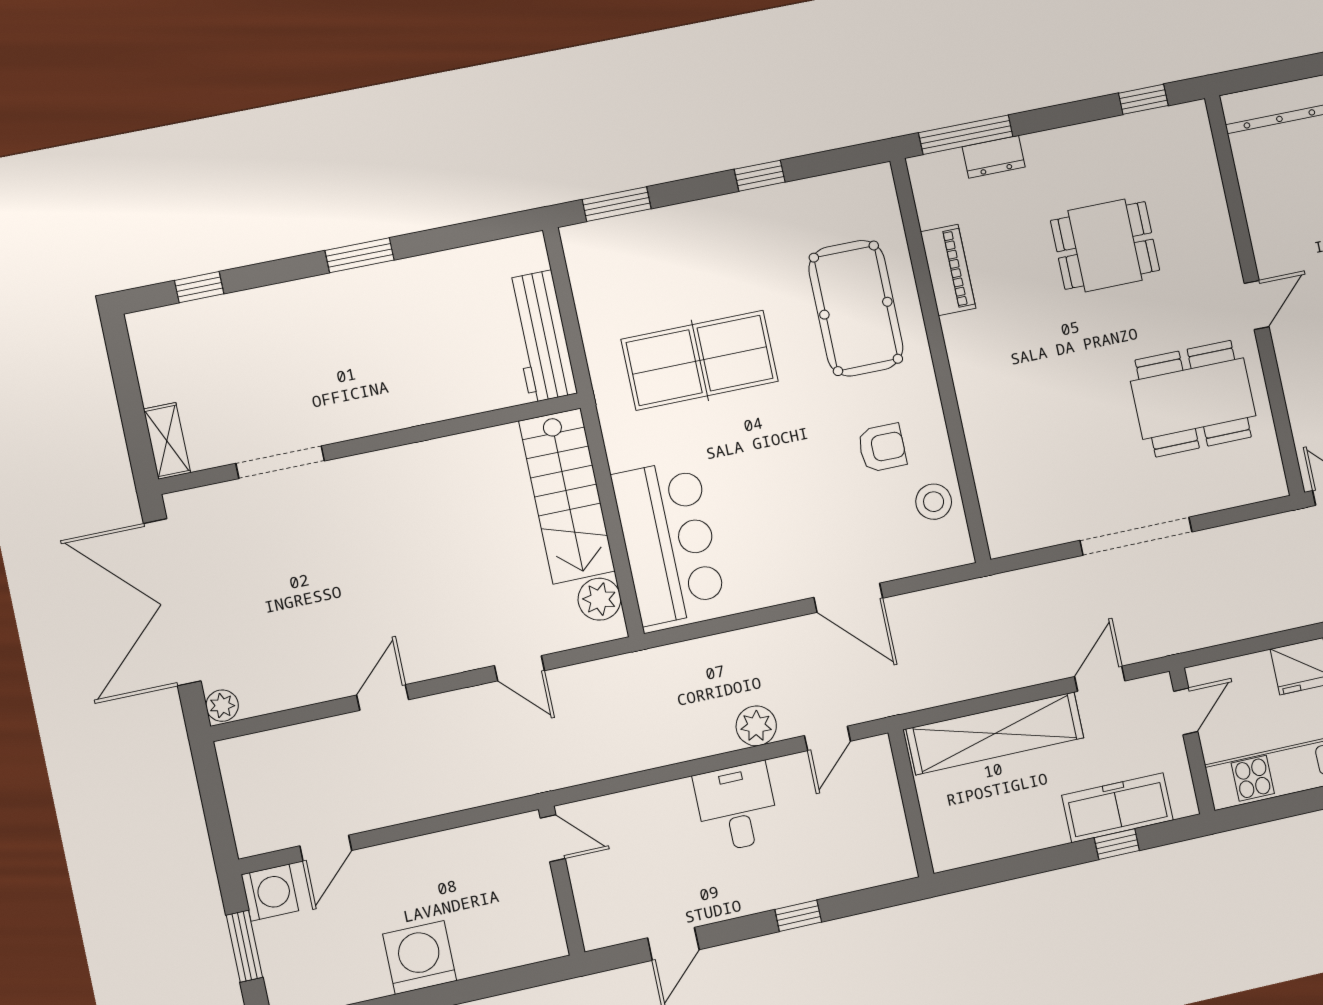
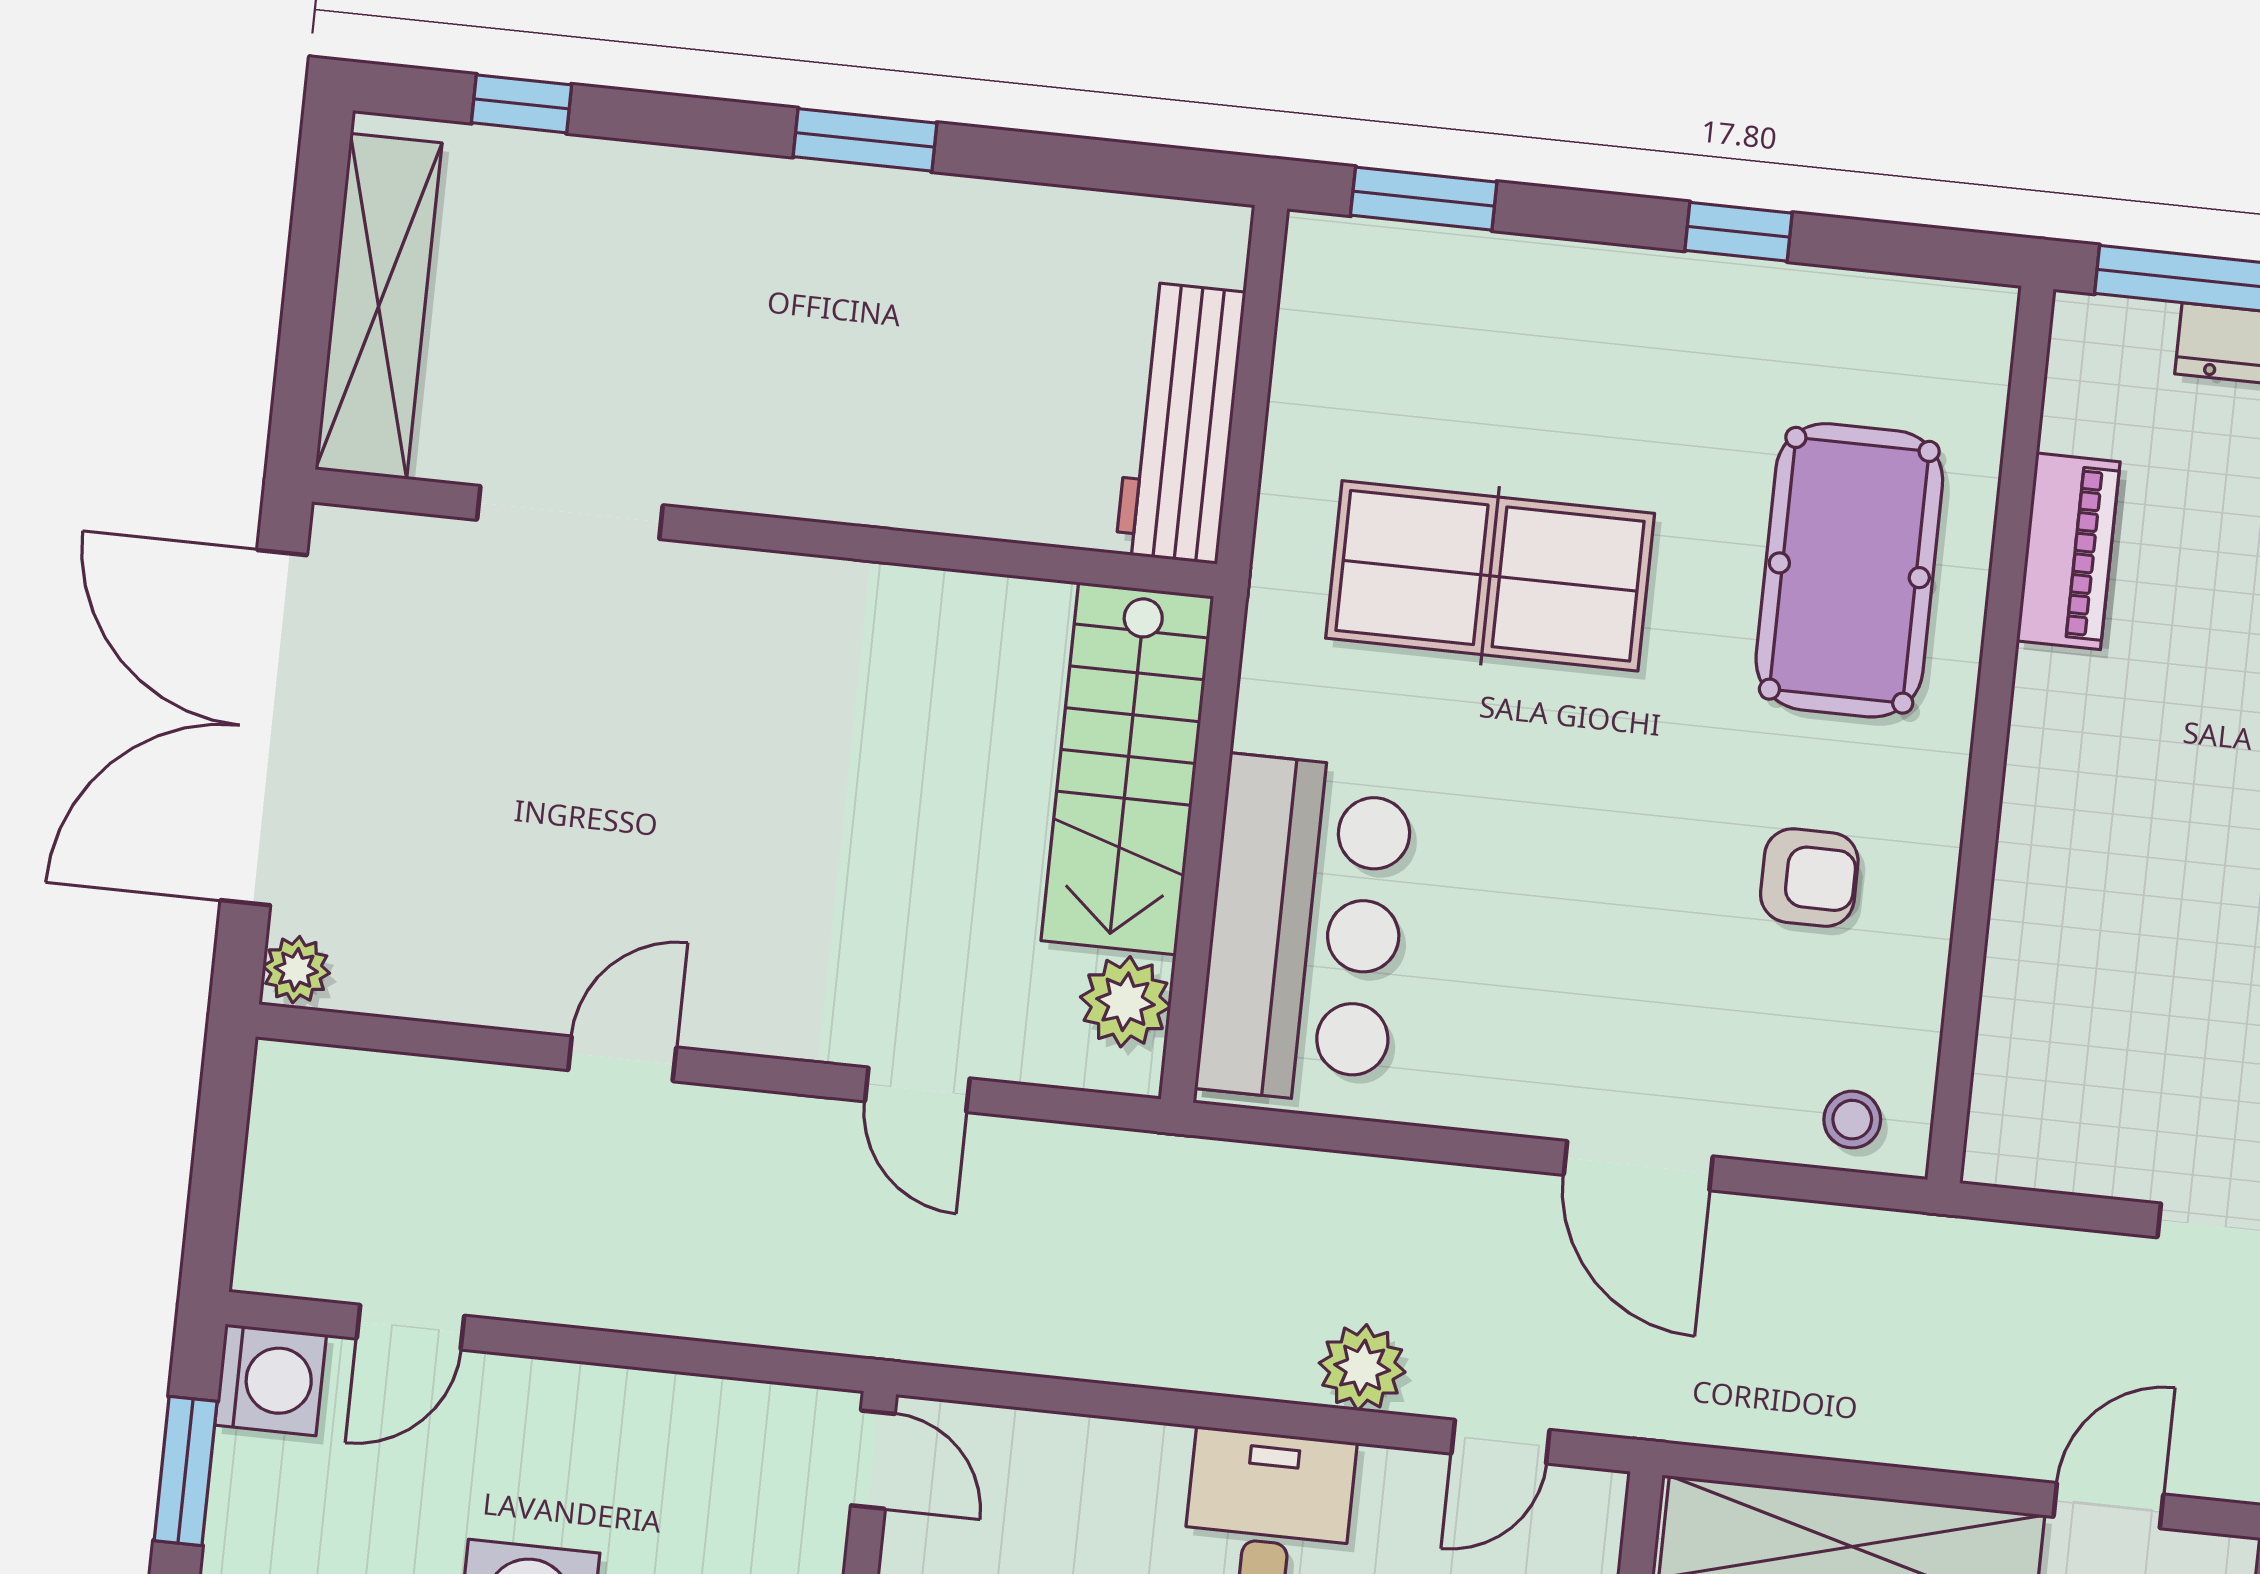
shelving: (167, 441) -> (379, 306), width x2.20, depth x1.33
stool: (934, 502) -> (1852, 1120), moved, width x0.73, depth x0.73

